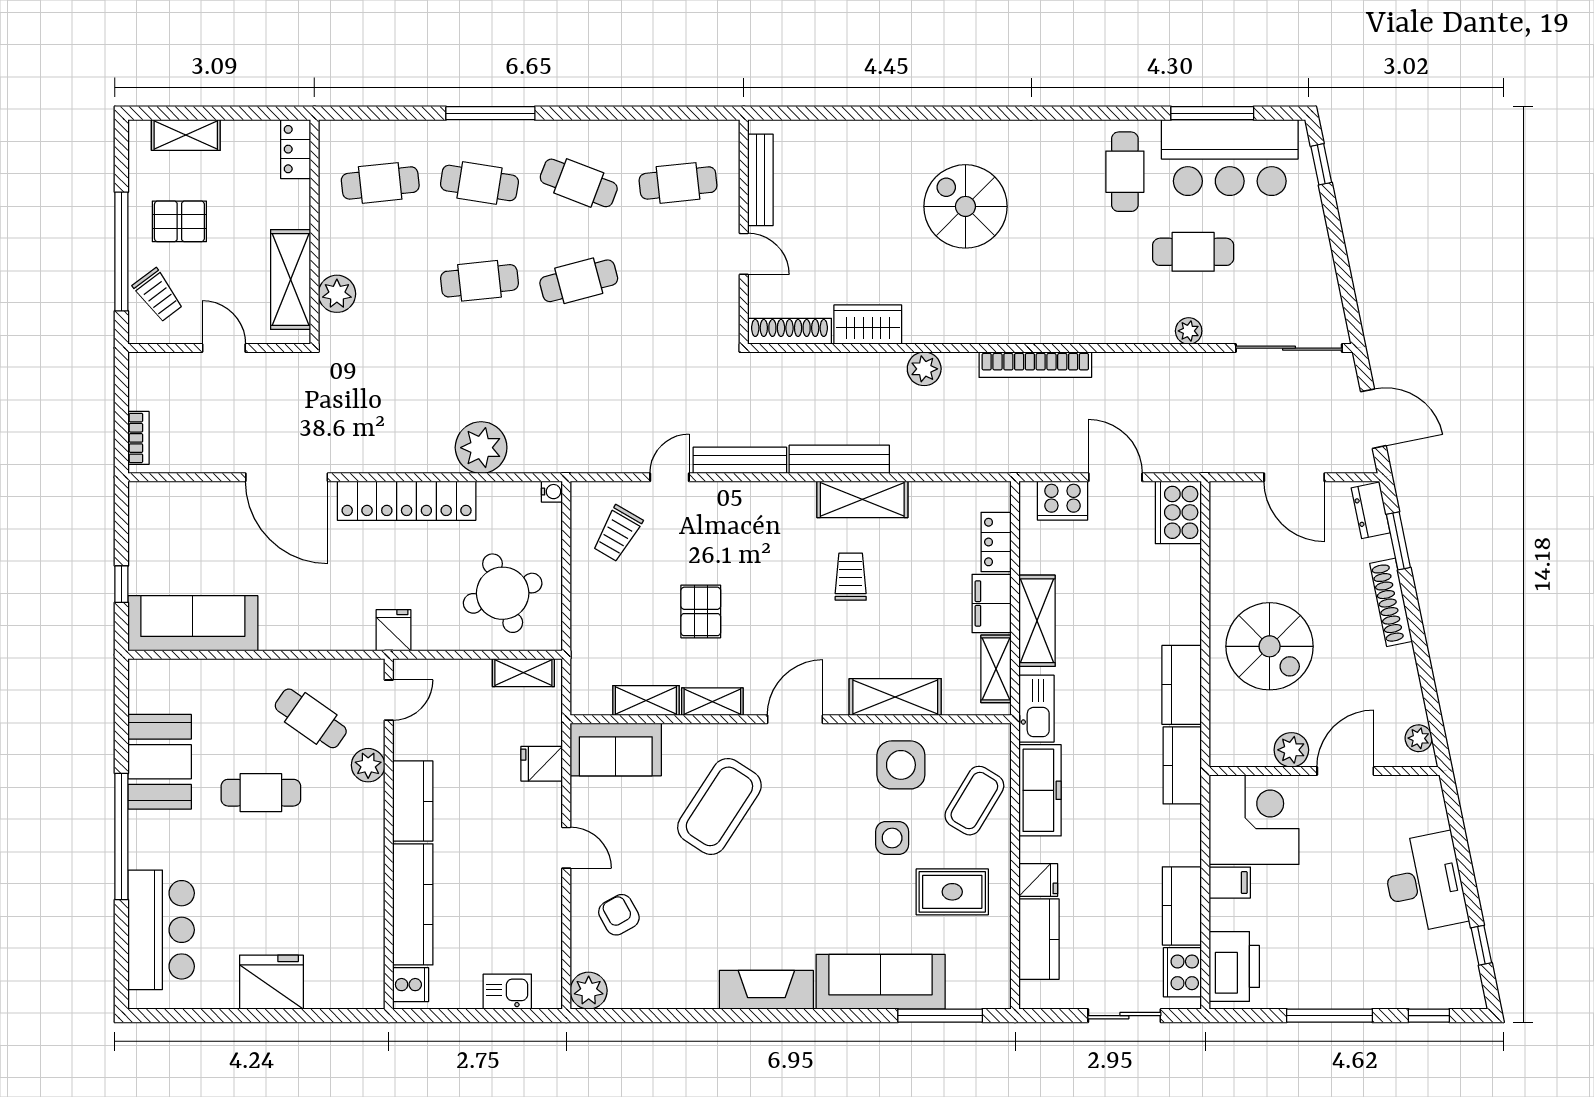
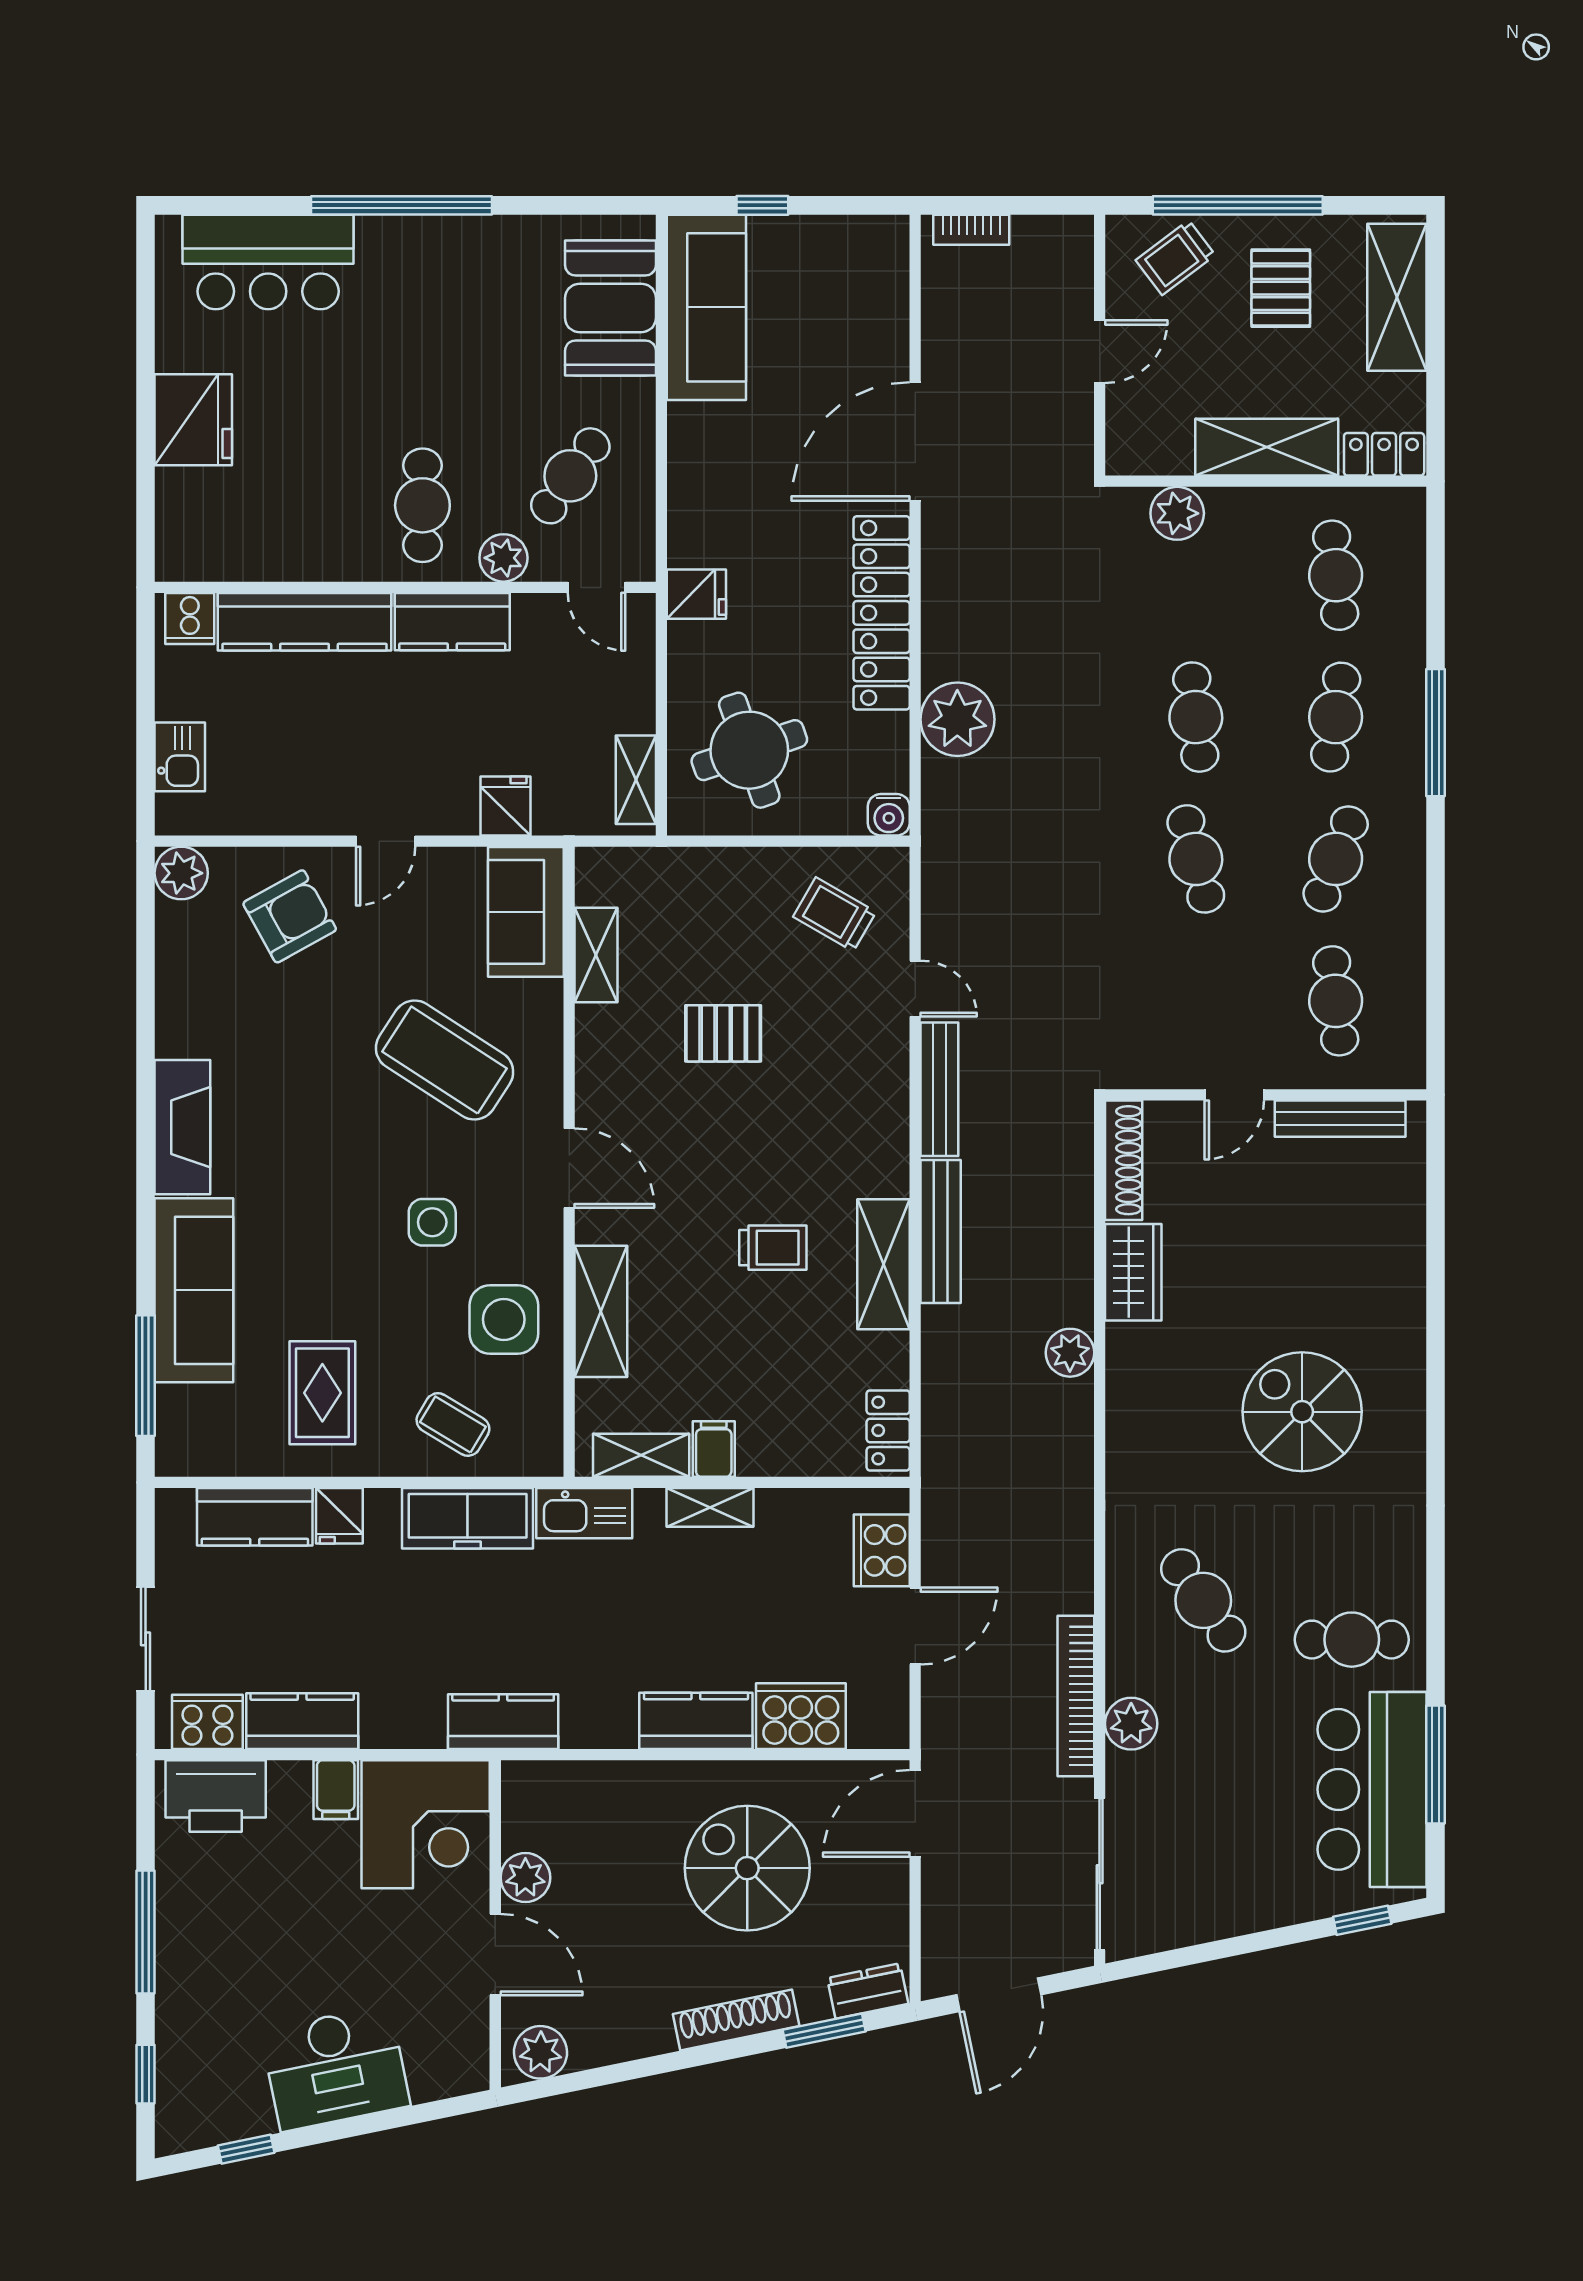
shelving: (186, 135) -> (1397, 297), width x1.50, depth x1.33
spiral stairs: (965, 206) -> (1302, 1412), turned -90
cafe table: (1193, 252) -> (1203, 1600), moved, turned -35
shelving: (291, 280) -> (1267, 447), moved
plant: (1189, 331) -> (1131, 1724), width x1.38, depth x1.38
bookcase: (1035, 365) -> (1076, 1696), moved
door: (1294, 477) -> (915, 1813), moved
water cooler: (552, 492) -> (889, 815), width x1.38, depth x1.38
cooker: (1178, 512) -> (801, 1716), moved
locker: (996, 542) -> (888, 1430), moved, turned -90
filing cabinet: (992, 603) -> (714, 1449), width x0.50
shelving: (1037, 621) -> (710, 1507), width x0.67, depth x0.75
spiral stairs: (1270, 646) -> (747, 1868), moved, turned 90
kitchen counter: (1182, 685) -> (696, 1721), moved
shelving: (712, 702) -> (594, 1050), removed
plant: (1419, 738) -> (541, 2052), width x1.38, depth x1.38
booth: (160, 762) -> (610, 308), moved, turned 90
cafe table: (261, 793) -> (422, 505), moved
coffee table: (974, 801) -> (453, 1424), width x0.73, depth x0.77
side table: (892, 838) -> (432, 1222), moved
armchair: (619, 915) -> (290, 916), width x1.38, depth x1.38

